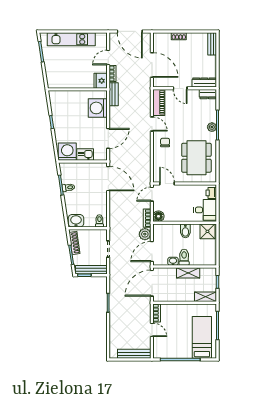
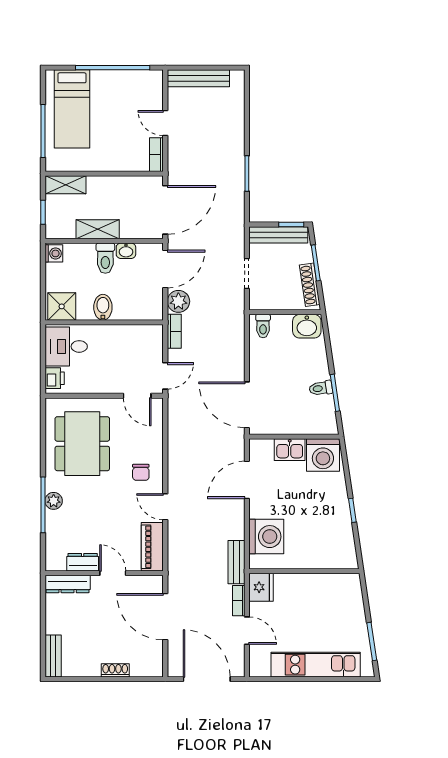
door: (108, 58) -> (247, 631), hinge flipped
dresser: (208, 94) -> (83, 562), moved
floor lamp: (158, 216) -> (153, 335), removed
washing machine: (212, 260) -> (54, 253), added

